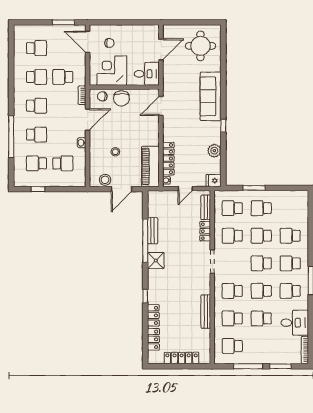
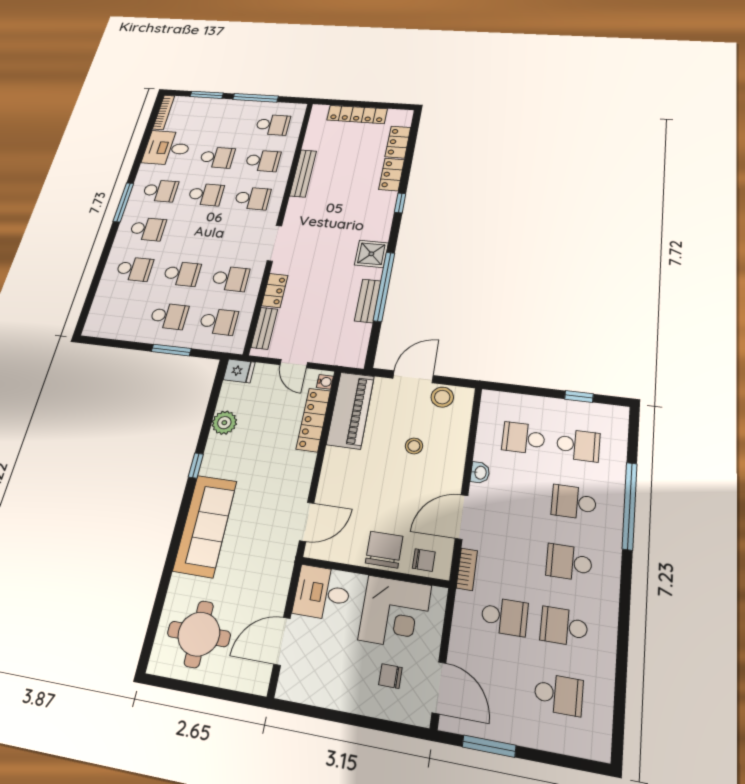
school desk: (37, 48) -> (559, 694), turned 180
door: (185, 189) -> (294, 364), swing flipped
school desk: (261, 263) -> (194, 233), removed

